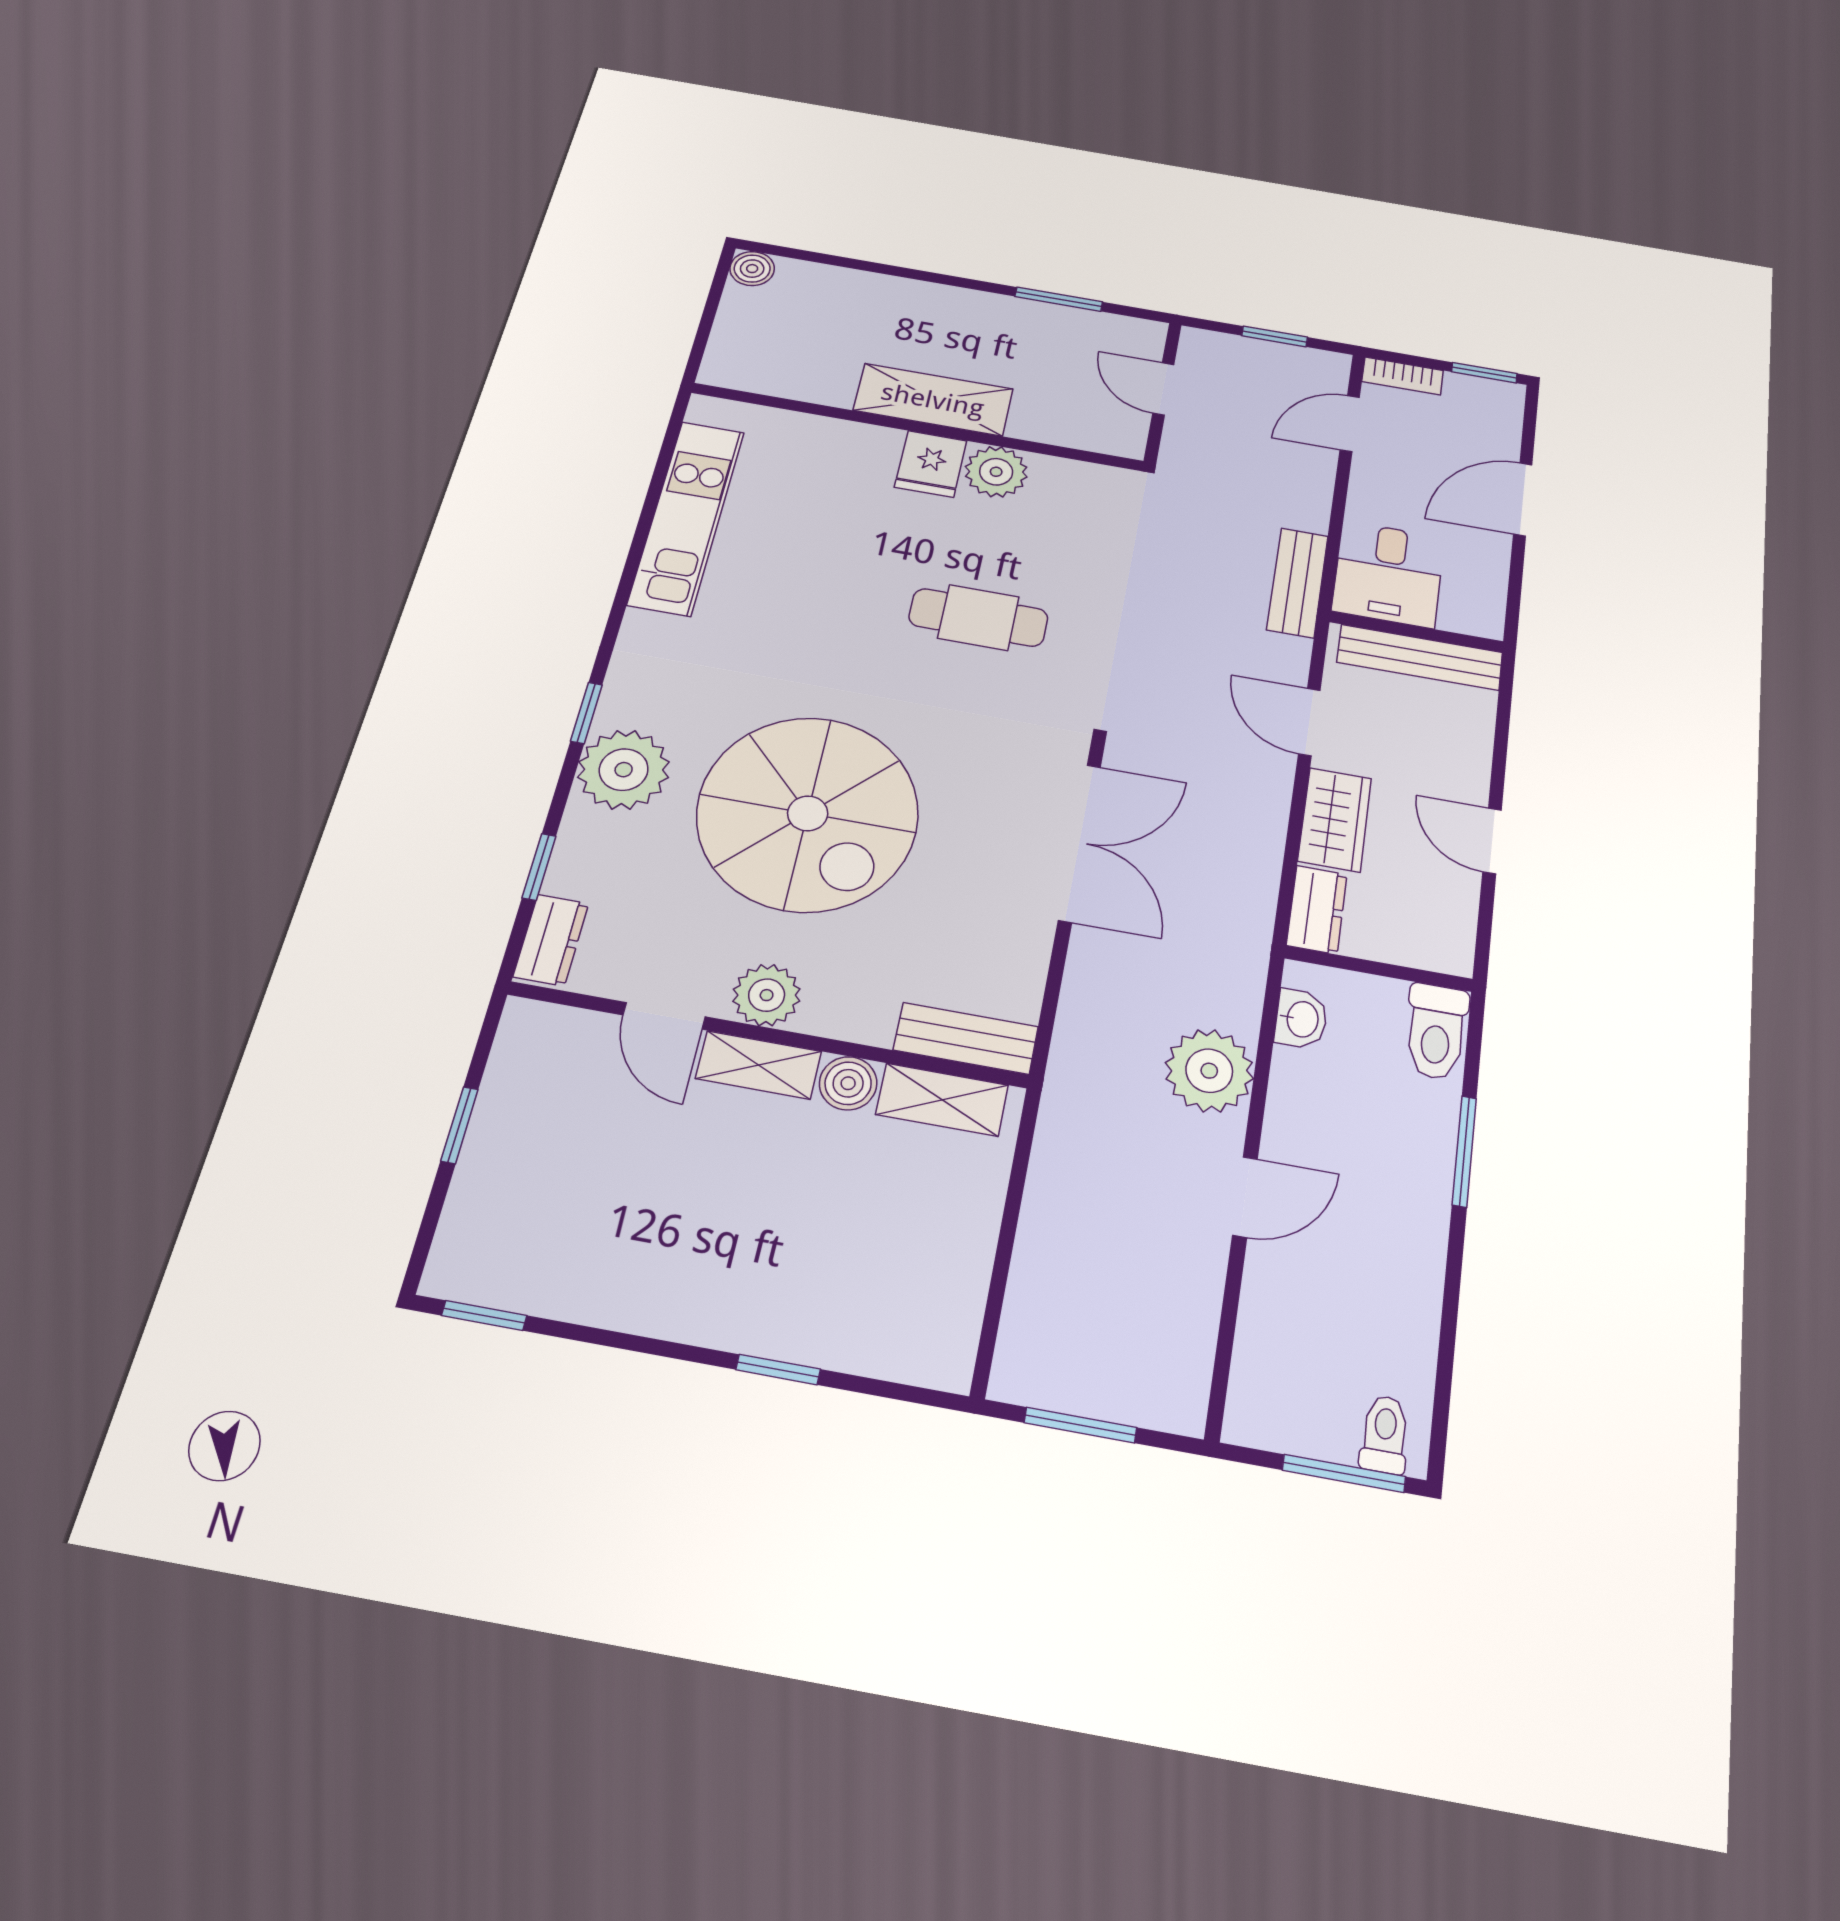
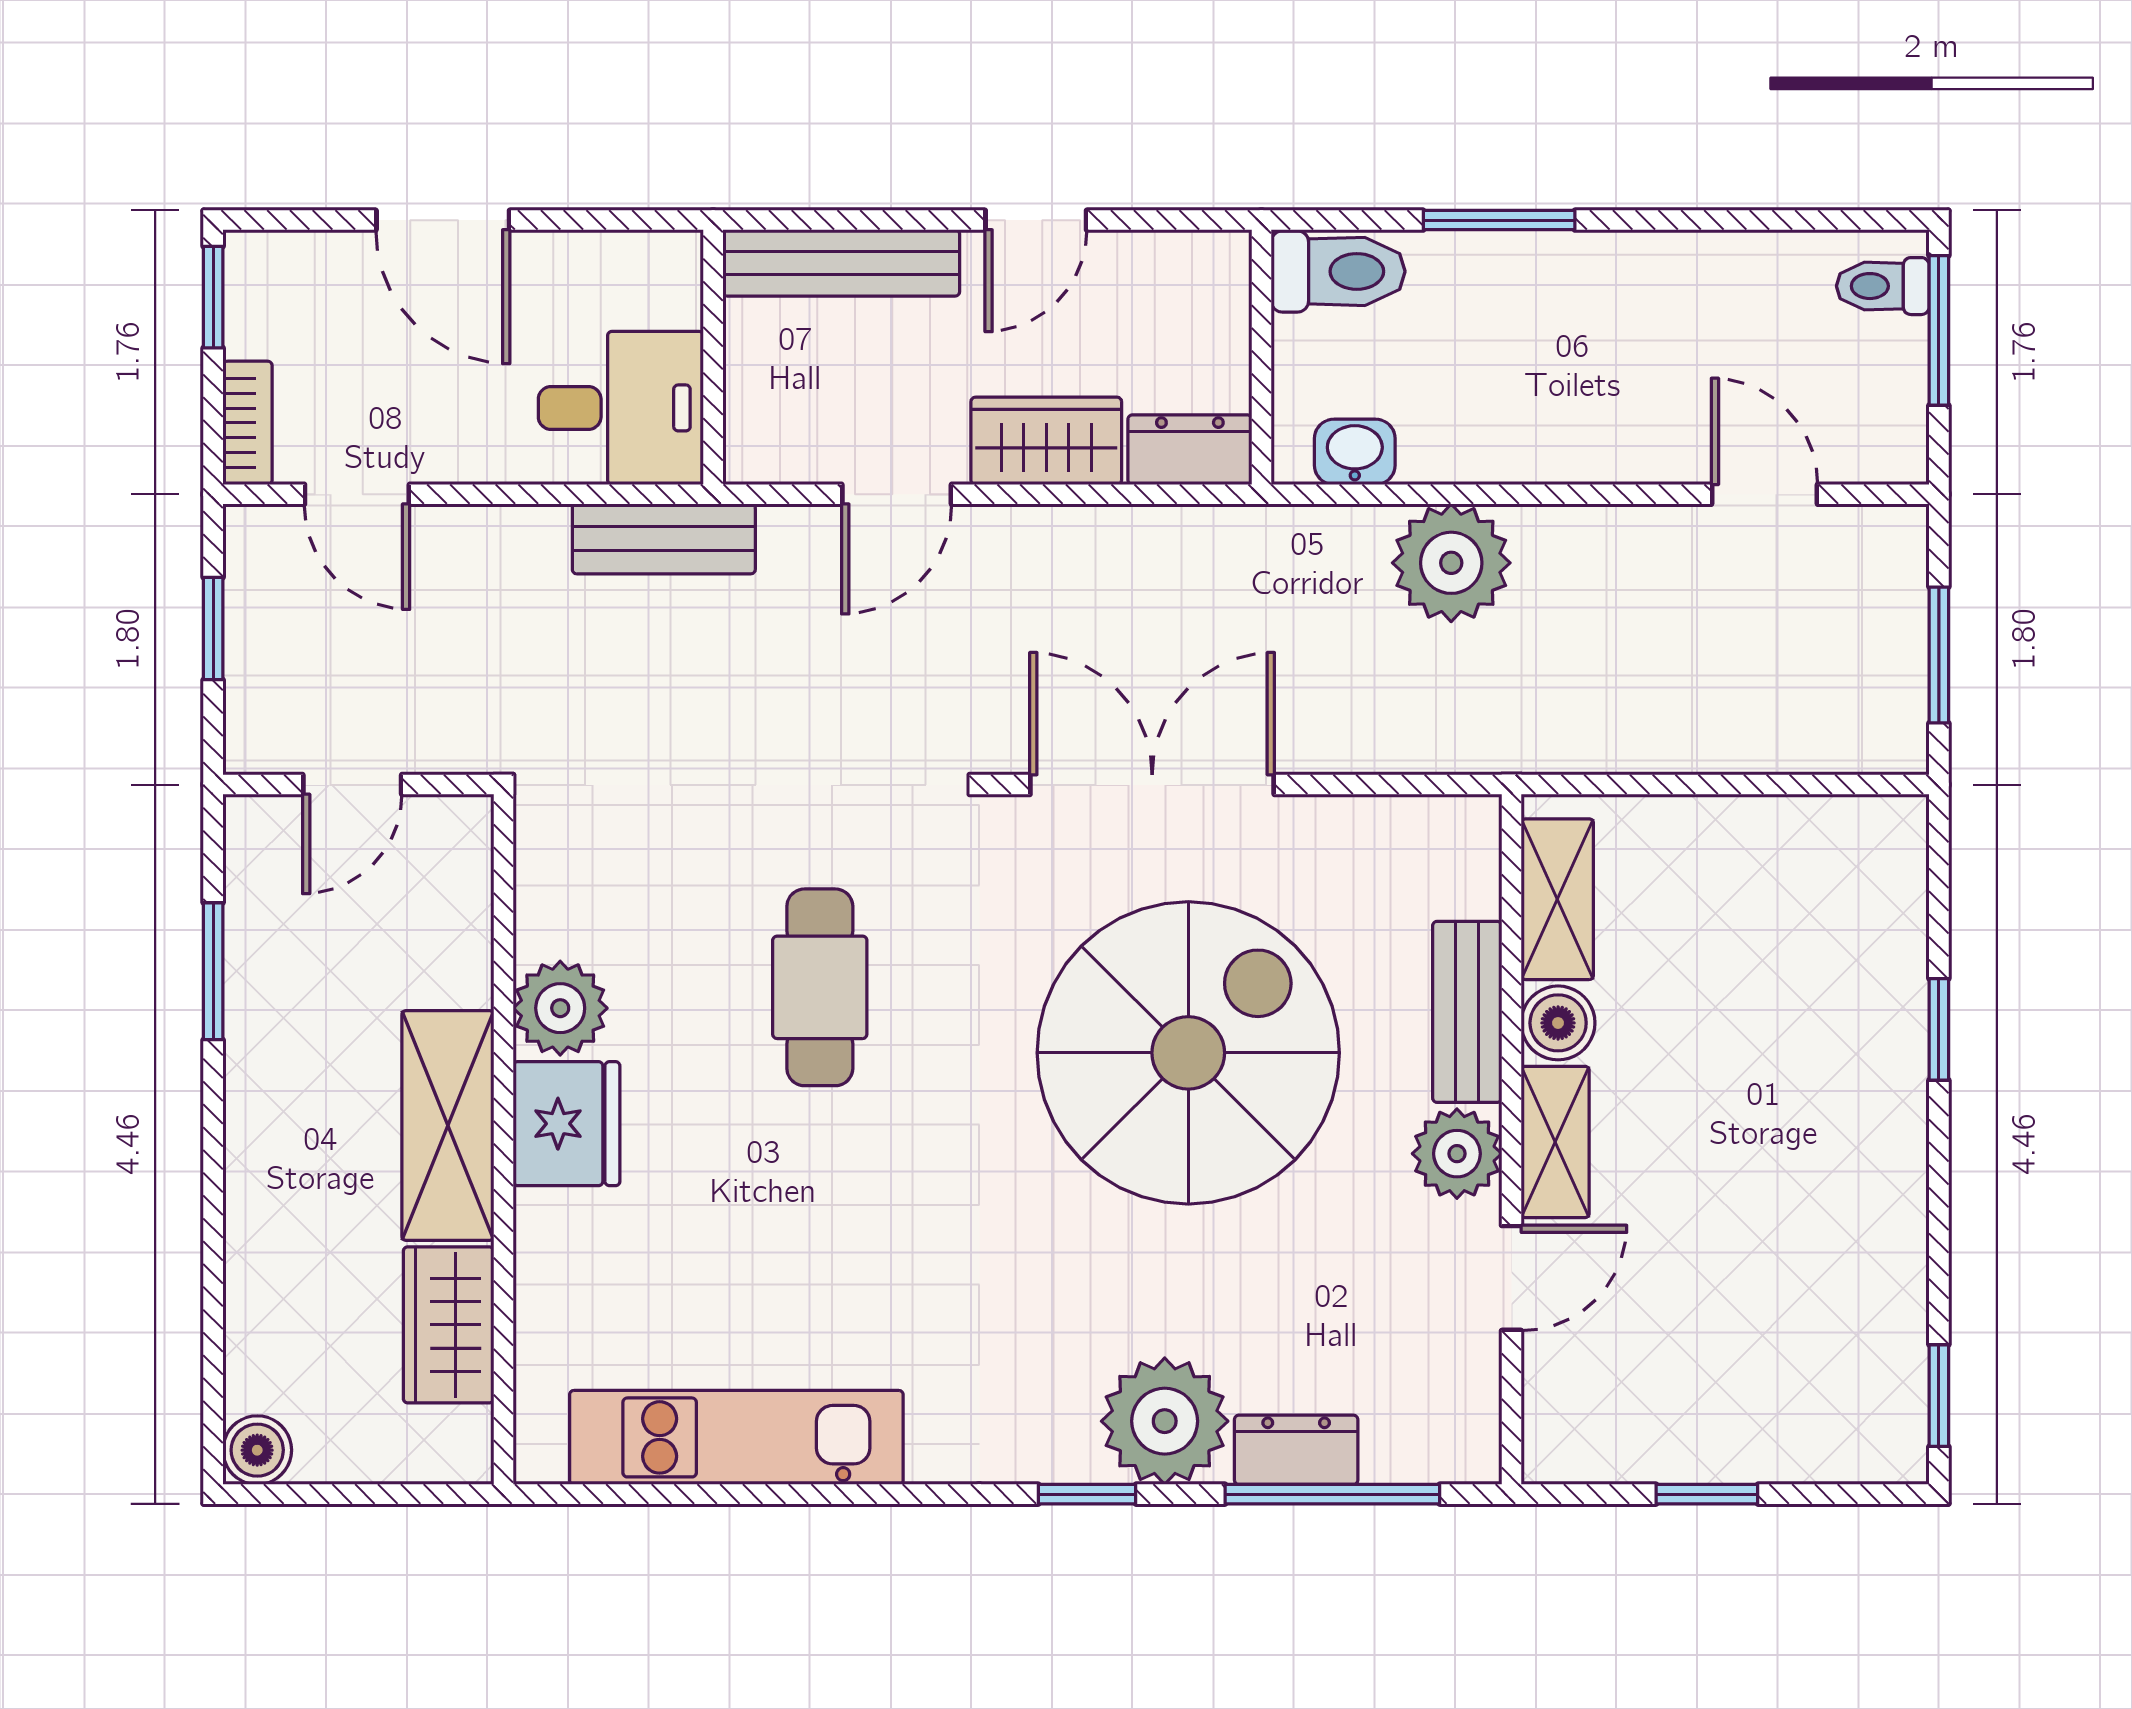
wardrobe: (804, 378) -> (449, 1325), added
fridge: (931, 464) -> (567, 1124), width x1.38
bench: (1420, 657) -> (841, 263), moved, turned 90
spiral stairs: (808, 813) -> (1188, 1053), moved
window: (539, 867) -> (1332, 1494), width x2.17
dresser: (551, 940) -> (1296, 1450), moved
bench: (966, 1038) -> (1467, 1012), moved
door: (1245, 1197) -> (1765, 494), moved

